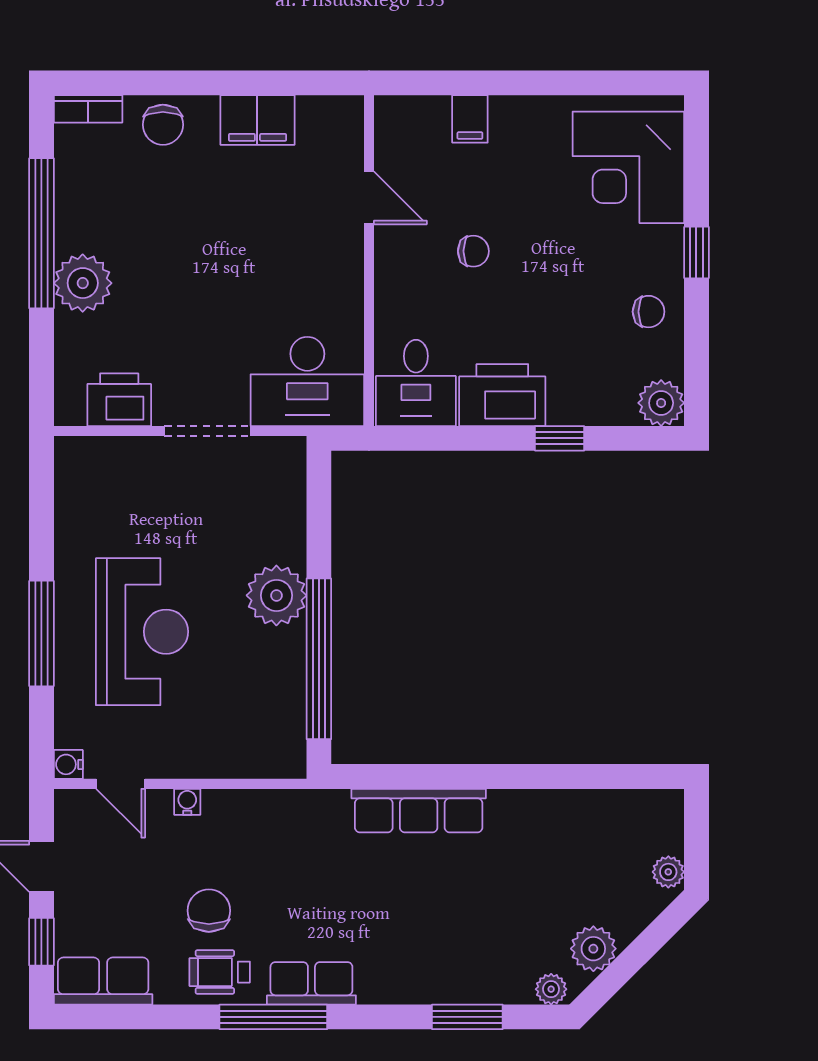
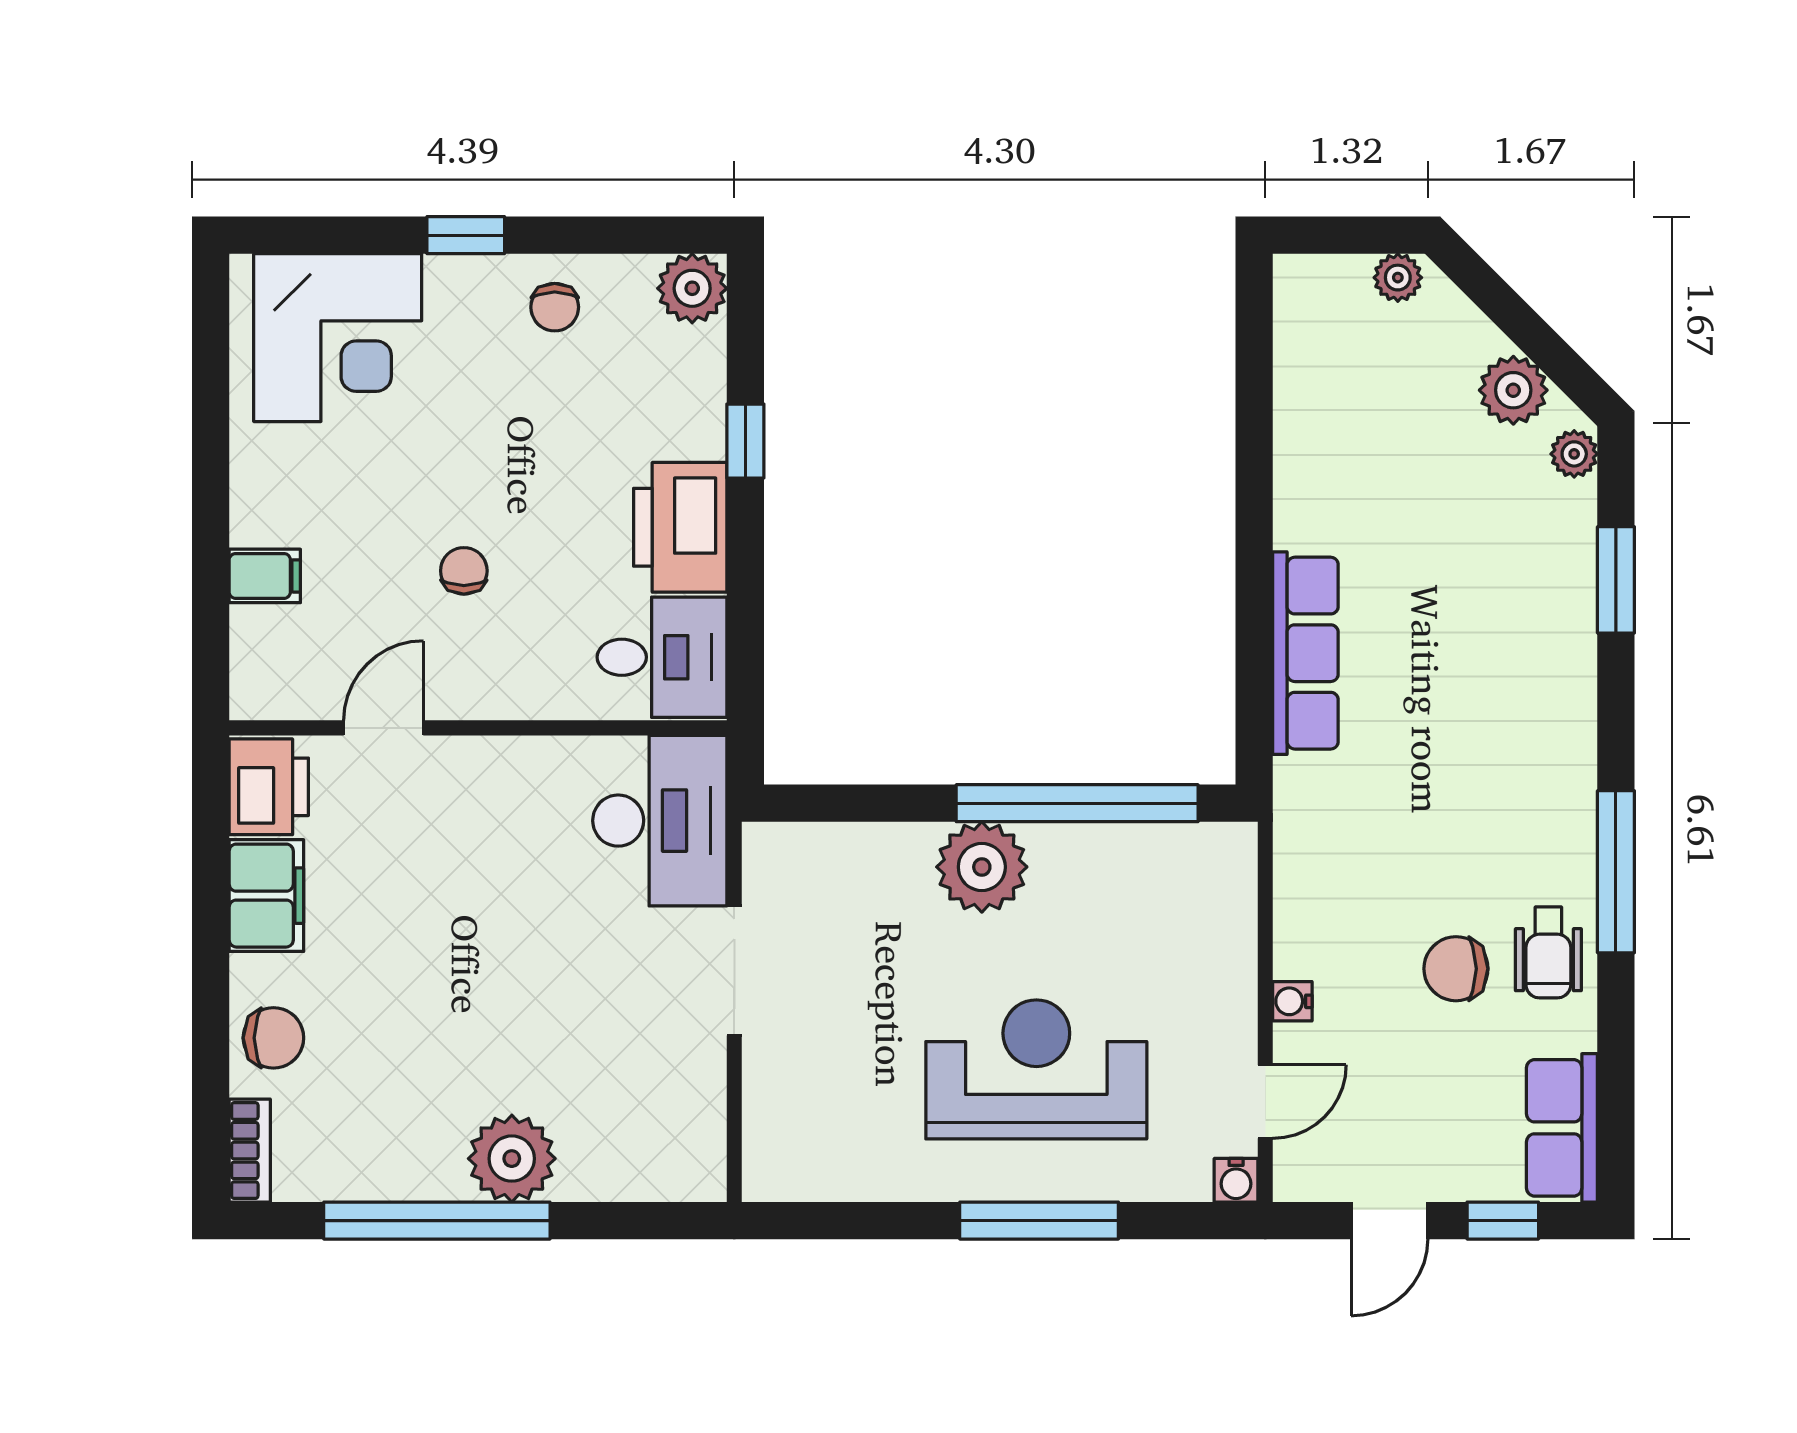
chair: (649, 312) -> (555, 307), turned 180
printer: (119, 400) -> (269, 787), moved, turned 180
row of seats: (311, 983) -> (1565, 814), removed

